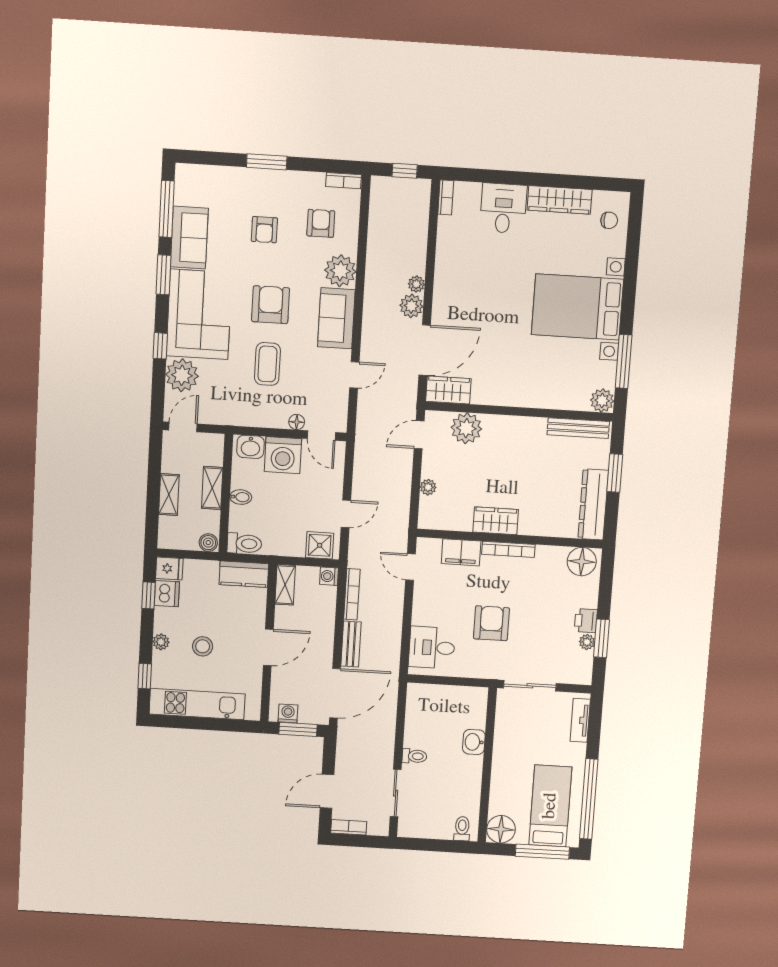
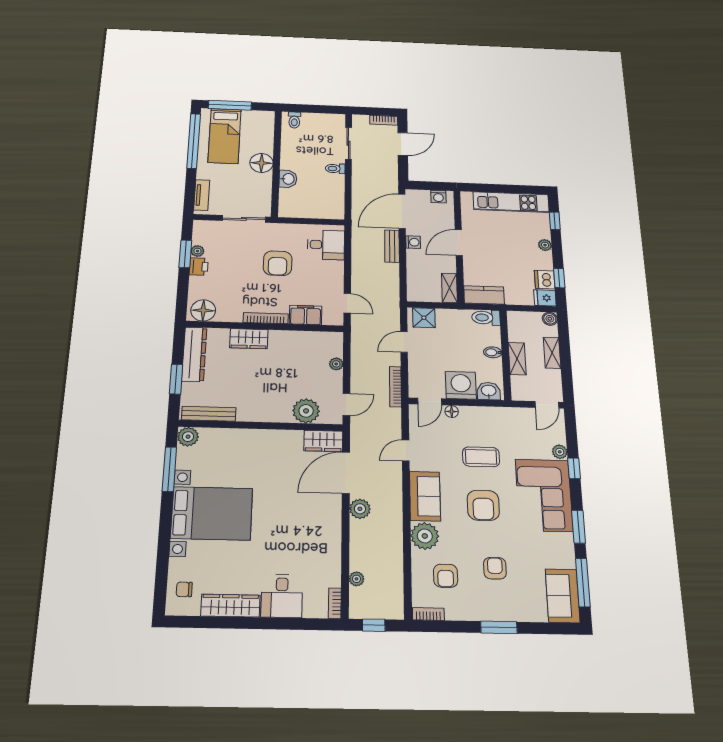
sofa: (189, 238) -> (563, 596), moved
plant: (416, 284) -> (357, 579), moved
coffee table: (267, 364) -> (481, 457), turned 90
plant: (182, 375) -> (560, 452), width x0.53, depth x0.53
door: (321, 436) -> (430, 401), swing flipped
wardrobe: (496, 521) -> (249, 339), moved
boiler: (208, 543) -> (550, 319), moved
washing machine: (329, 576) -> (413, 242), moved
bookcase: (352, 594) -> (395, 387), moved
stool: (203, 646) -> (511, 242), removed
window: (298, 729) -> (429, 186), removed
floor lamp: (501, 829) -> (262, 163), moved

